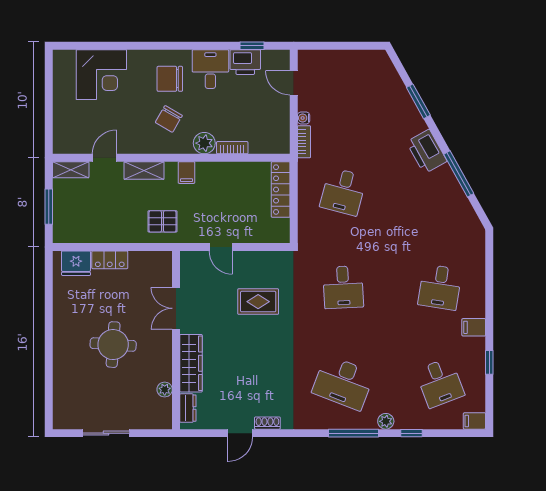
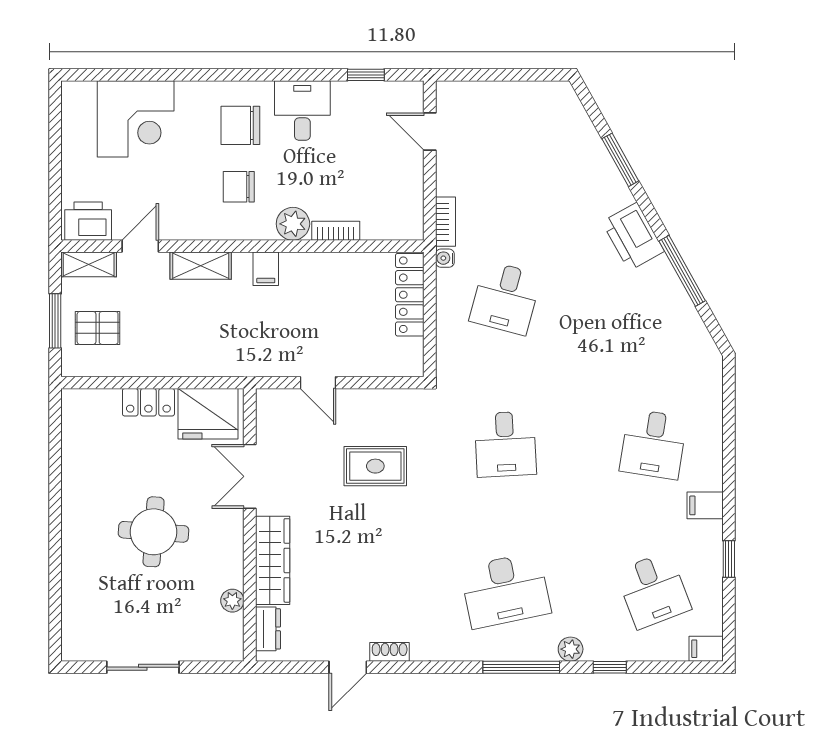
printer: (245, 62) -> (88, 221), moved, turned 180
water cooler: (304, 118) -> (445, 258), moved
chair: (169, 119) -> (239, 187), turned 60
pallet: (162, 221) -> (98, 328), moved
fridge: (76, 263) -> (208, 414), moved, width x1.36, depth x1.34
desk: (343, 383) -> (505, 590), turned -33

